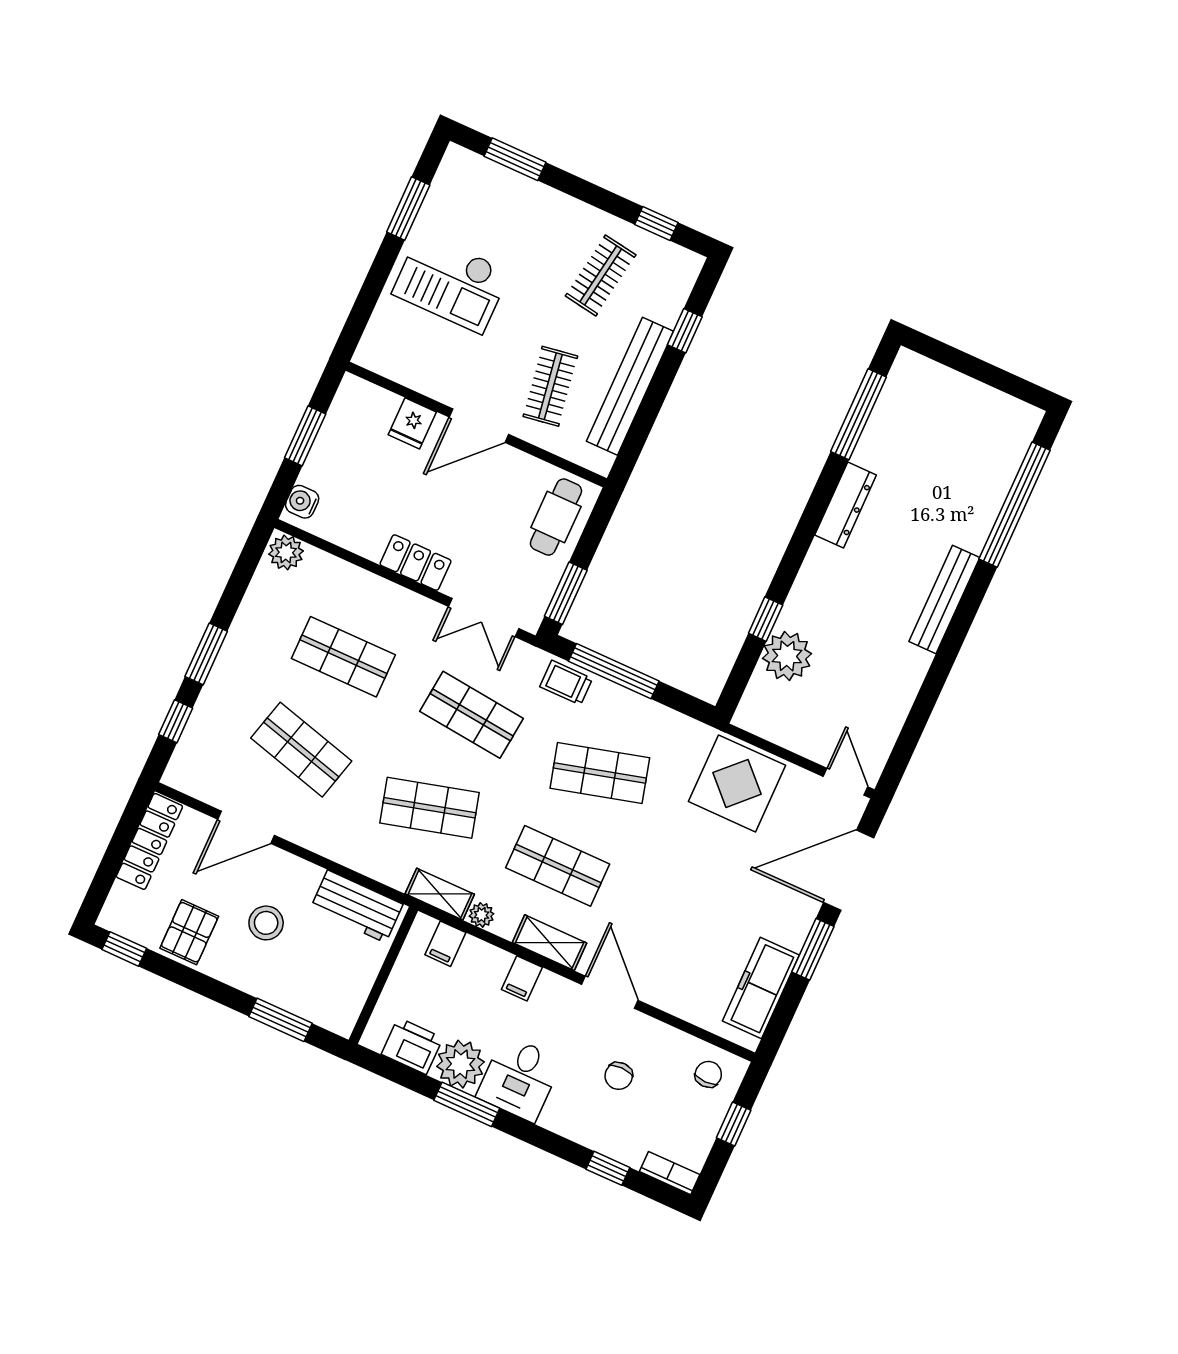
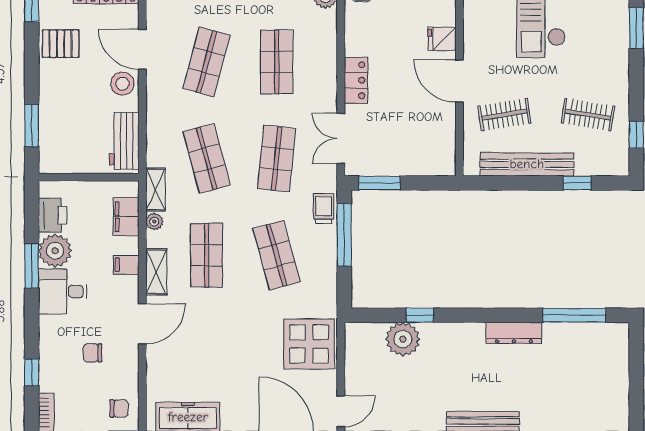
cafe table: (556, 517) -> (424, 155), removed
stool: (266, 923) -> (122, 84), moved
filing cabinet: (445, 944) -> (126, 217), width x2.00

